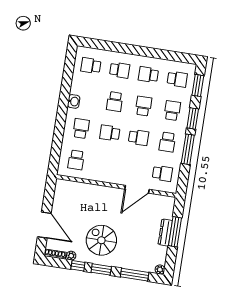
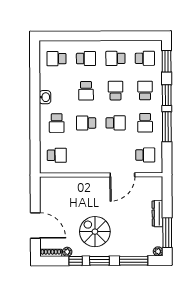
school desk: (81, 128) -> (57, 123), turned 180
school desk: (76, 160) -> (57, 155), turned -90
window: (175, 232) -> (167, 233), moved

